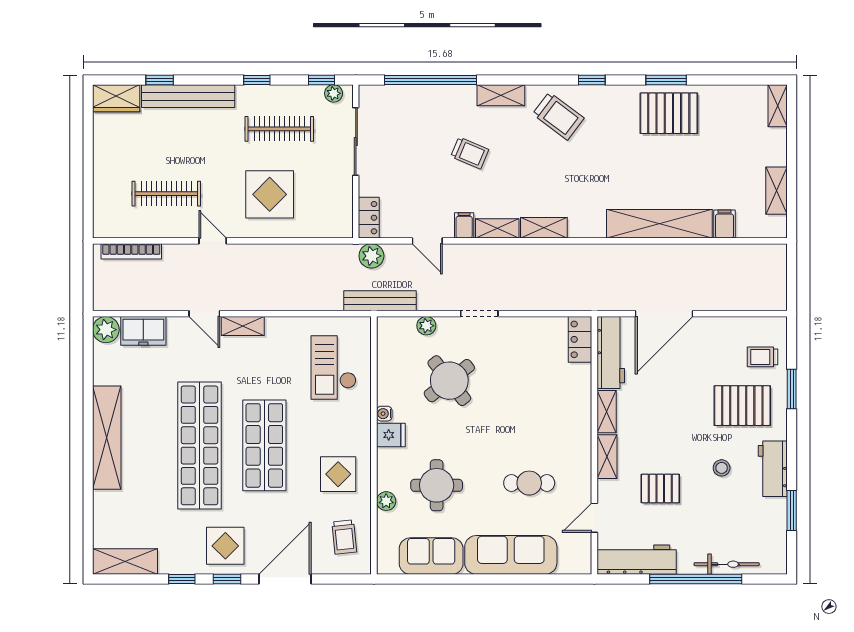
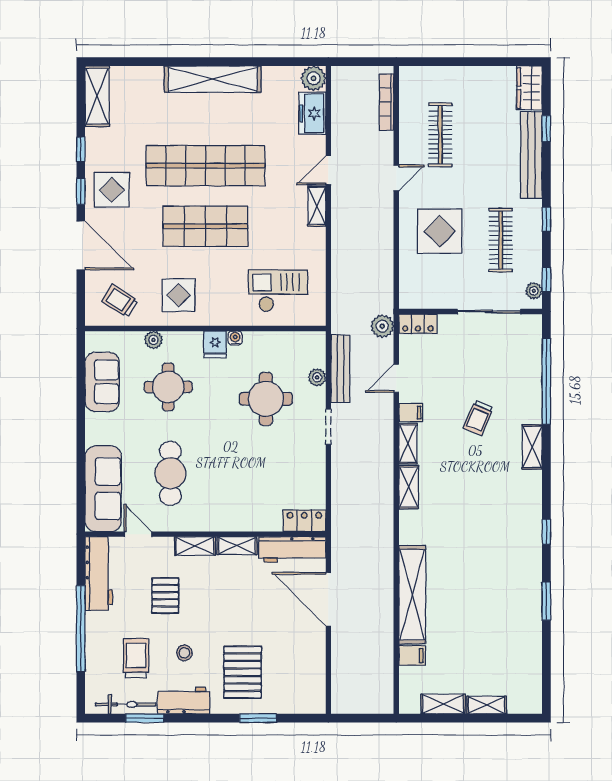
shelving: (778, 106) -> (487, 705), moved
pallet: (669, 113) -> (515, 604), removed
trolley: (558, 116) -> (513, 500), removed
bench: (380, 301) -> (340, 369), moved
trolley: (762, 357) -> (136, 658), moved, width x1.36, depth x1.39
round table: (449, 381) -> (266, 399), turned 38
cafe table: (529, 483) -> (170, 473), width x1.37, depth x1.35
trolley: (344, 537) -> (120, 301), turned 39
sofa: (511, 555) -> (103, 489), moved
bicycle: (727, 564) -> (126, 704), moved, turned -90

